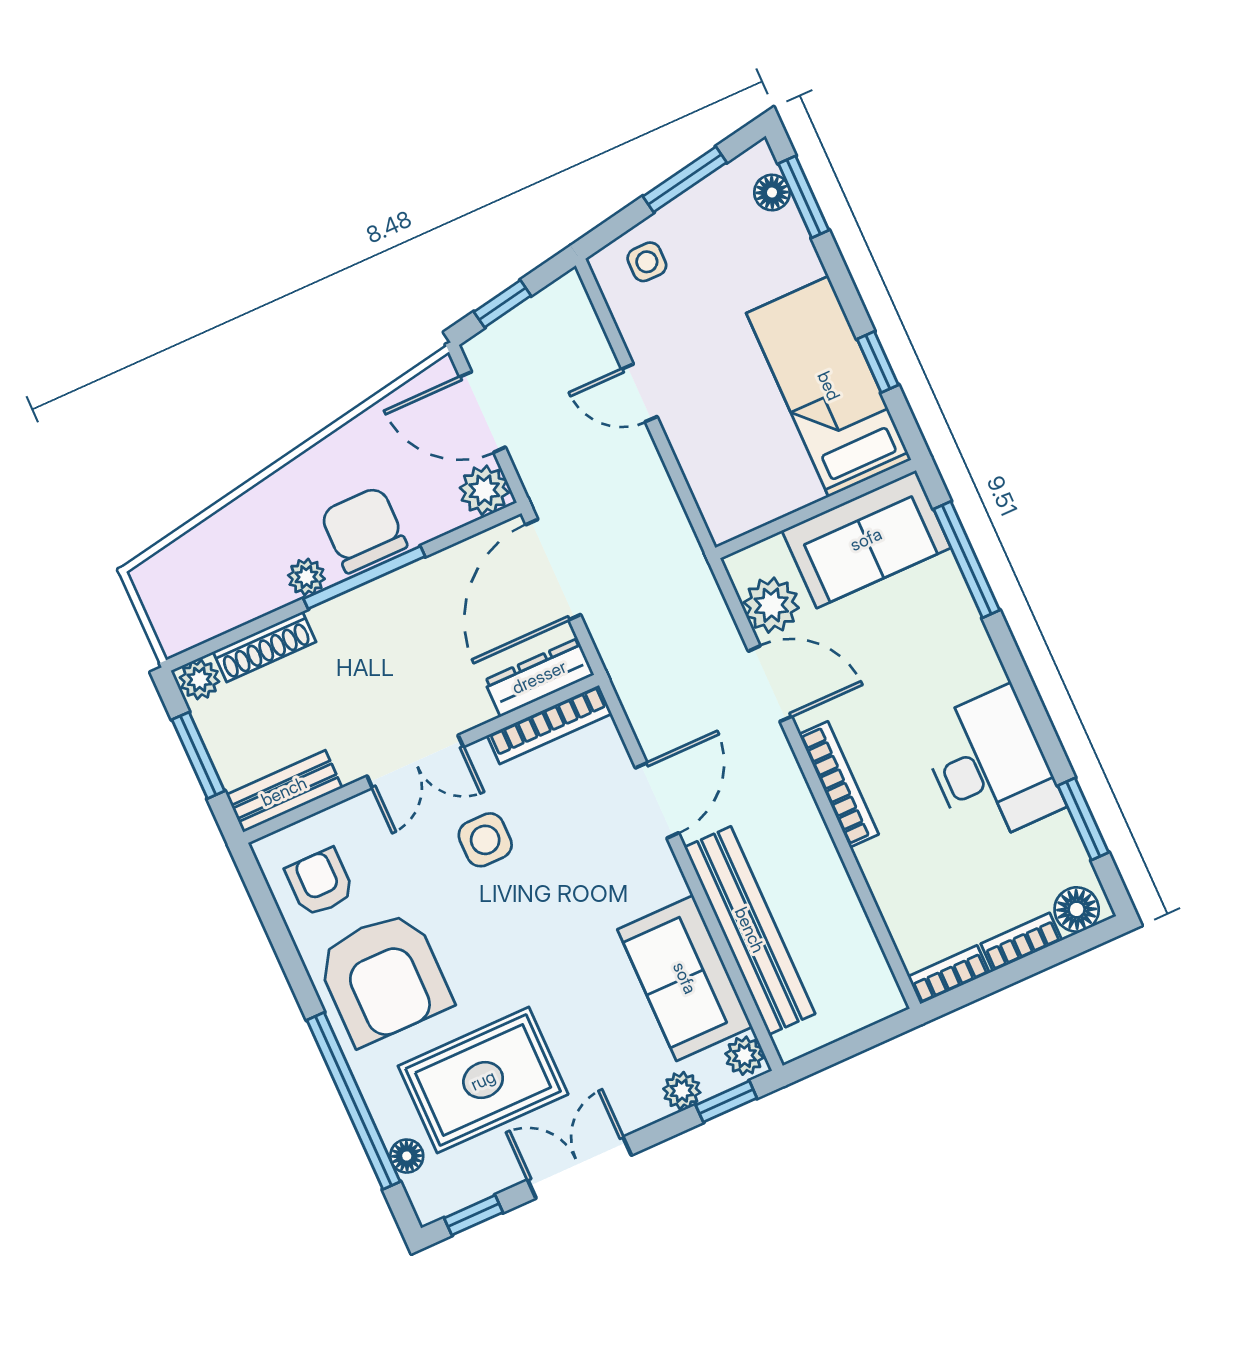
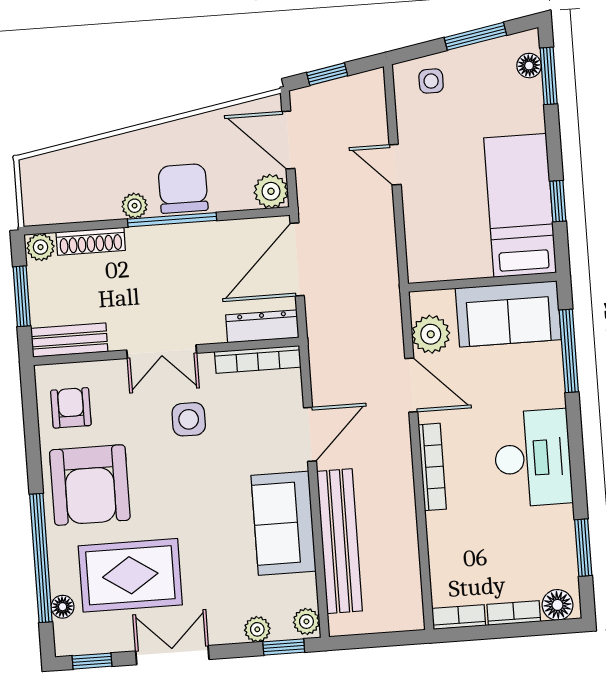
desk: (990, 766) -> (533, 458), moved
sofa: (685, 978) -> (284, 523), moved

